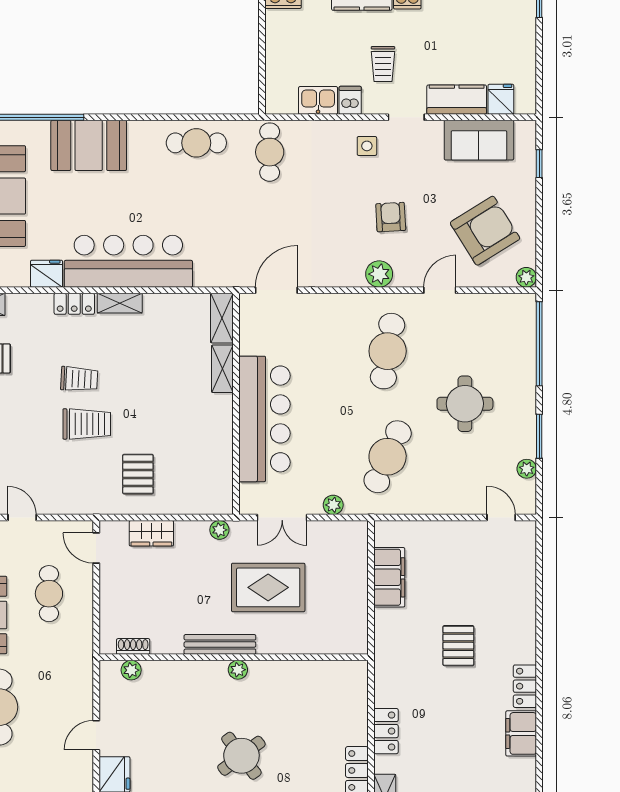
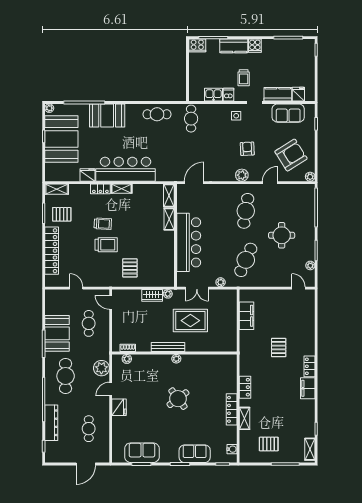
wardrobe: (151, 533) -> (152, 295), moved
plant: (77, 690) -> (101, 368), added

